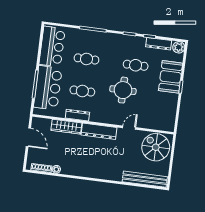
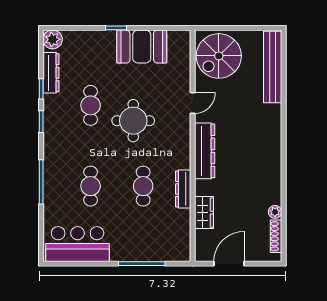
booth: (171, 77) -> (142, 47), moved
bar counter: (48, 88) -> (145, 242), removed
wardrobe: (66, 127) -> (204, 213), width x0.67
door: (129, 128) -> (193, 103), swing flipped

